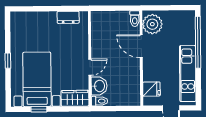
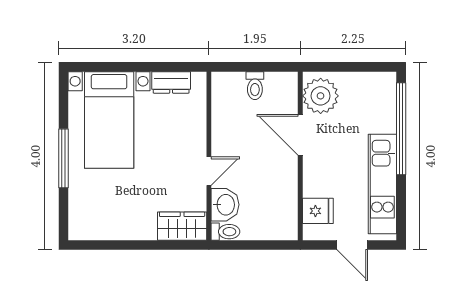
toilet: (135, 19) -> (255, 86), moved
window: (8, 61) -> (63, 158), width x2.17
bed with nightstands: (37, 79) -> (109, 120), moved, turned 180
window: (39, 109) -> (118, 245), removed

